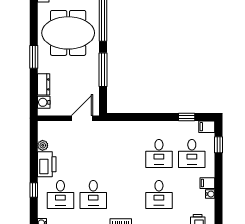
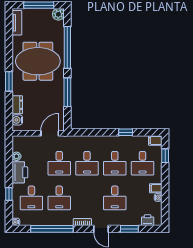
window: (187, 117) -> (126, 132), moved
desk: (93, 154) -> (59, 163), added
desk: (126, 154) -> (87, 163), added

